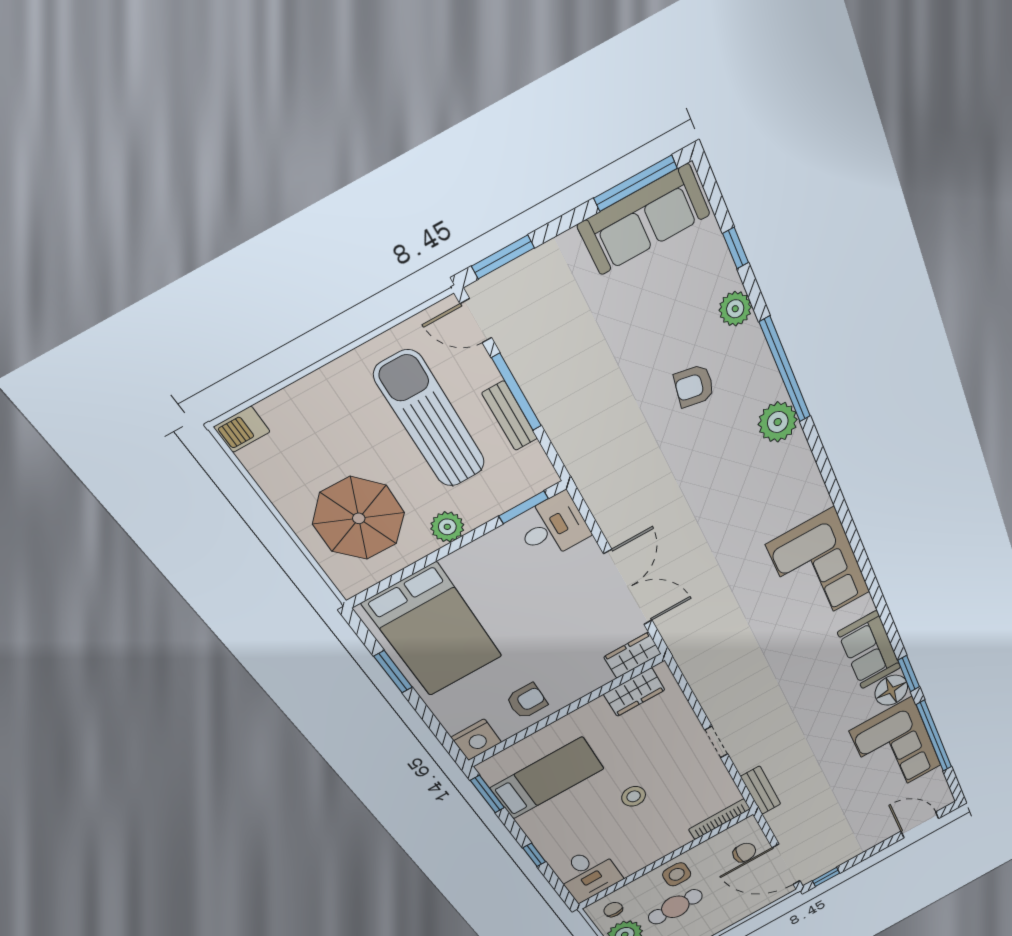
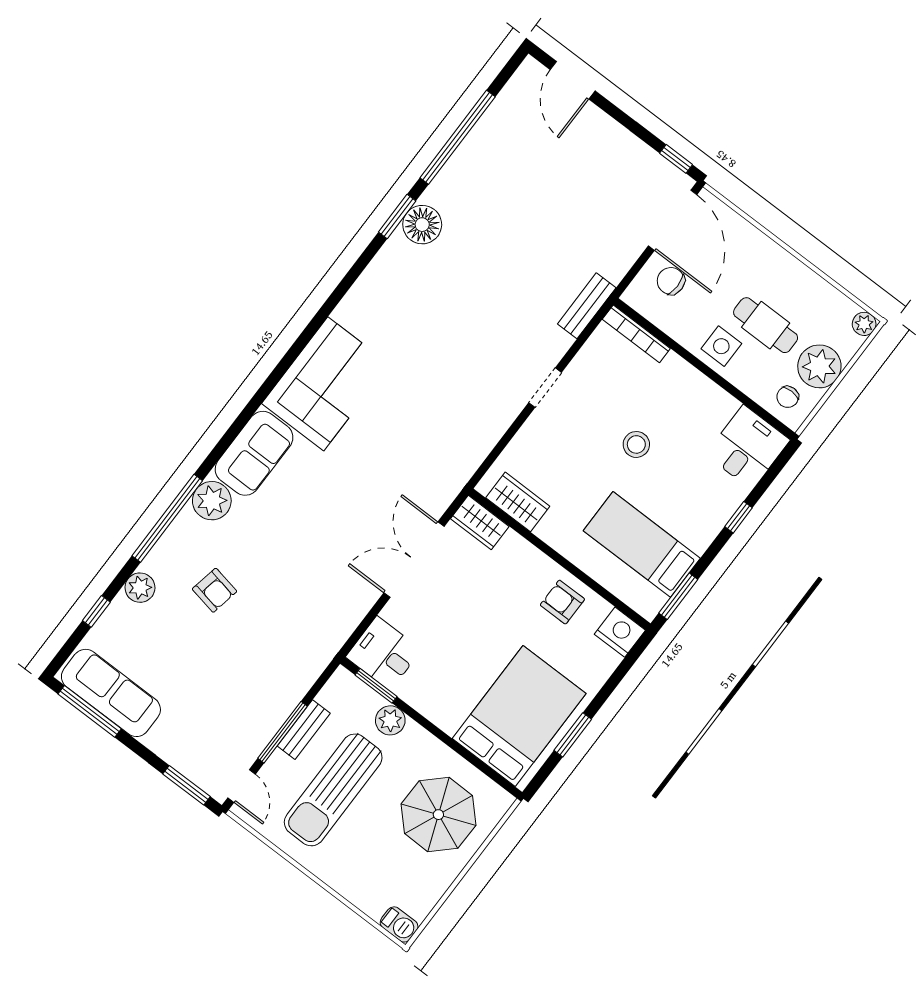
plant: (447, 527) -> (390, 720), moved
sofa: (869, 650) -> (254, 453), moved
corner sofa: (896, 748) -> (487, 175), removed

